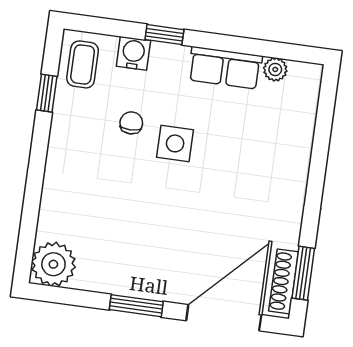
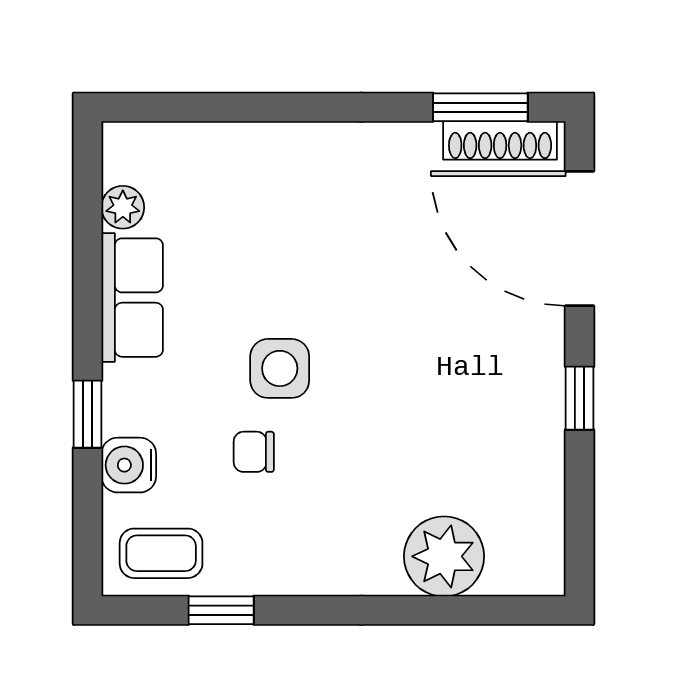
plant: (53, 264) -> (444, 556), moved
window: (136, 306) -> (580, 398), width x0.67

